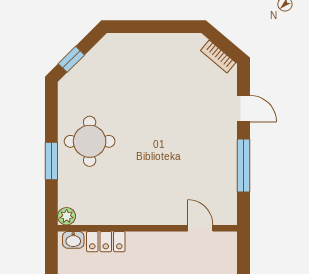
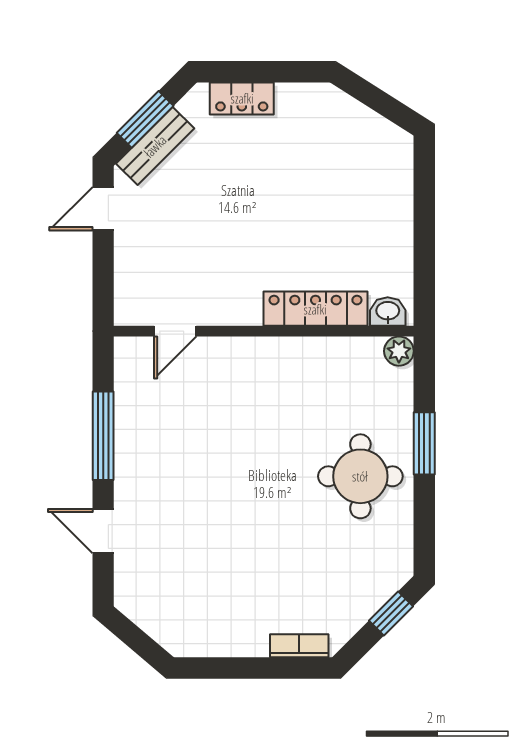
bookcase: (218, 56) -> (299, 646), moved, turned -40
door: (200, 228) -> (175, 331), hinge flipped
locker: (106, 242) -> (315, 309), width x1.53

